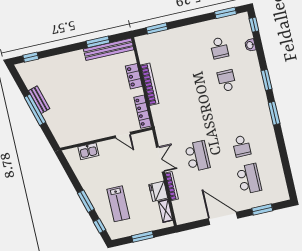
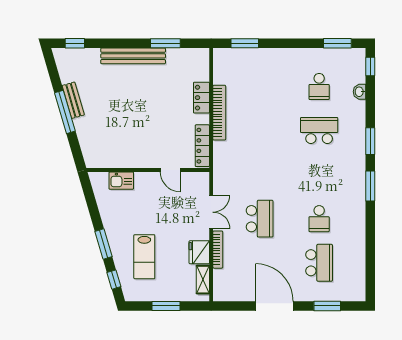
bench: (109, 49) -> (133, 56), moved
school desk: (227, 81) -> (319, 131), width x1.85

